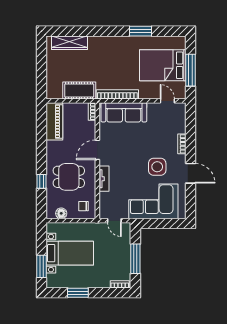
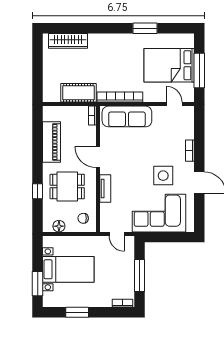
piano: (54, 121) -> (52, 142), moved
door: (97, 150) -> (98, 157), hinge flipped

